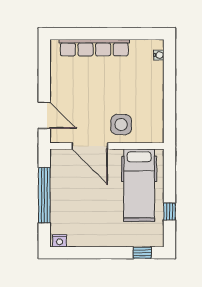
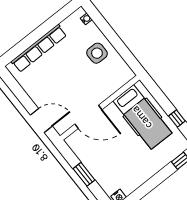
side table: (121, 125) -> (97, 53), moved
window: (44, 195) -> (84, 174), width x0.47

